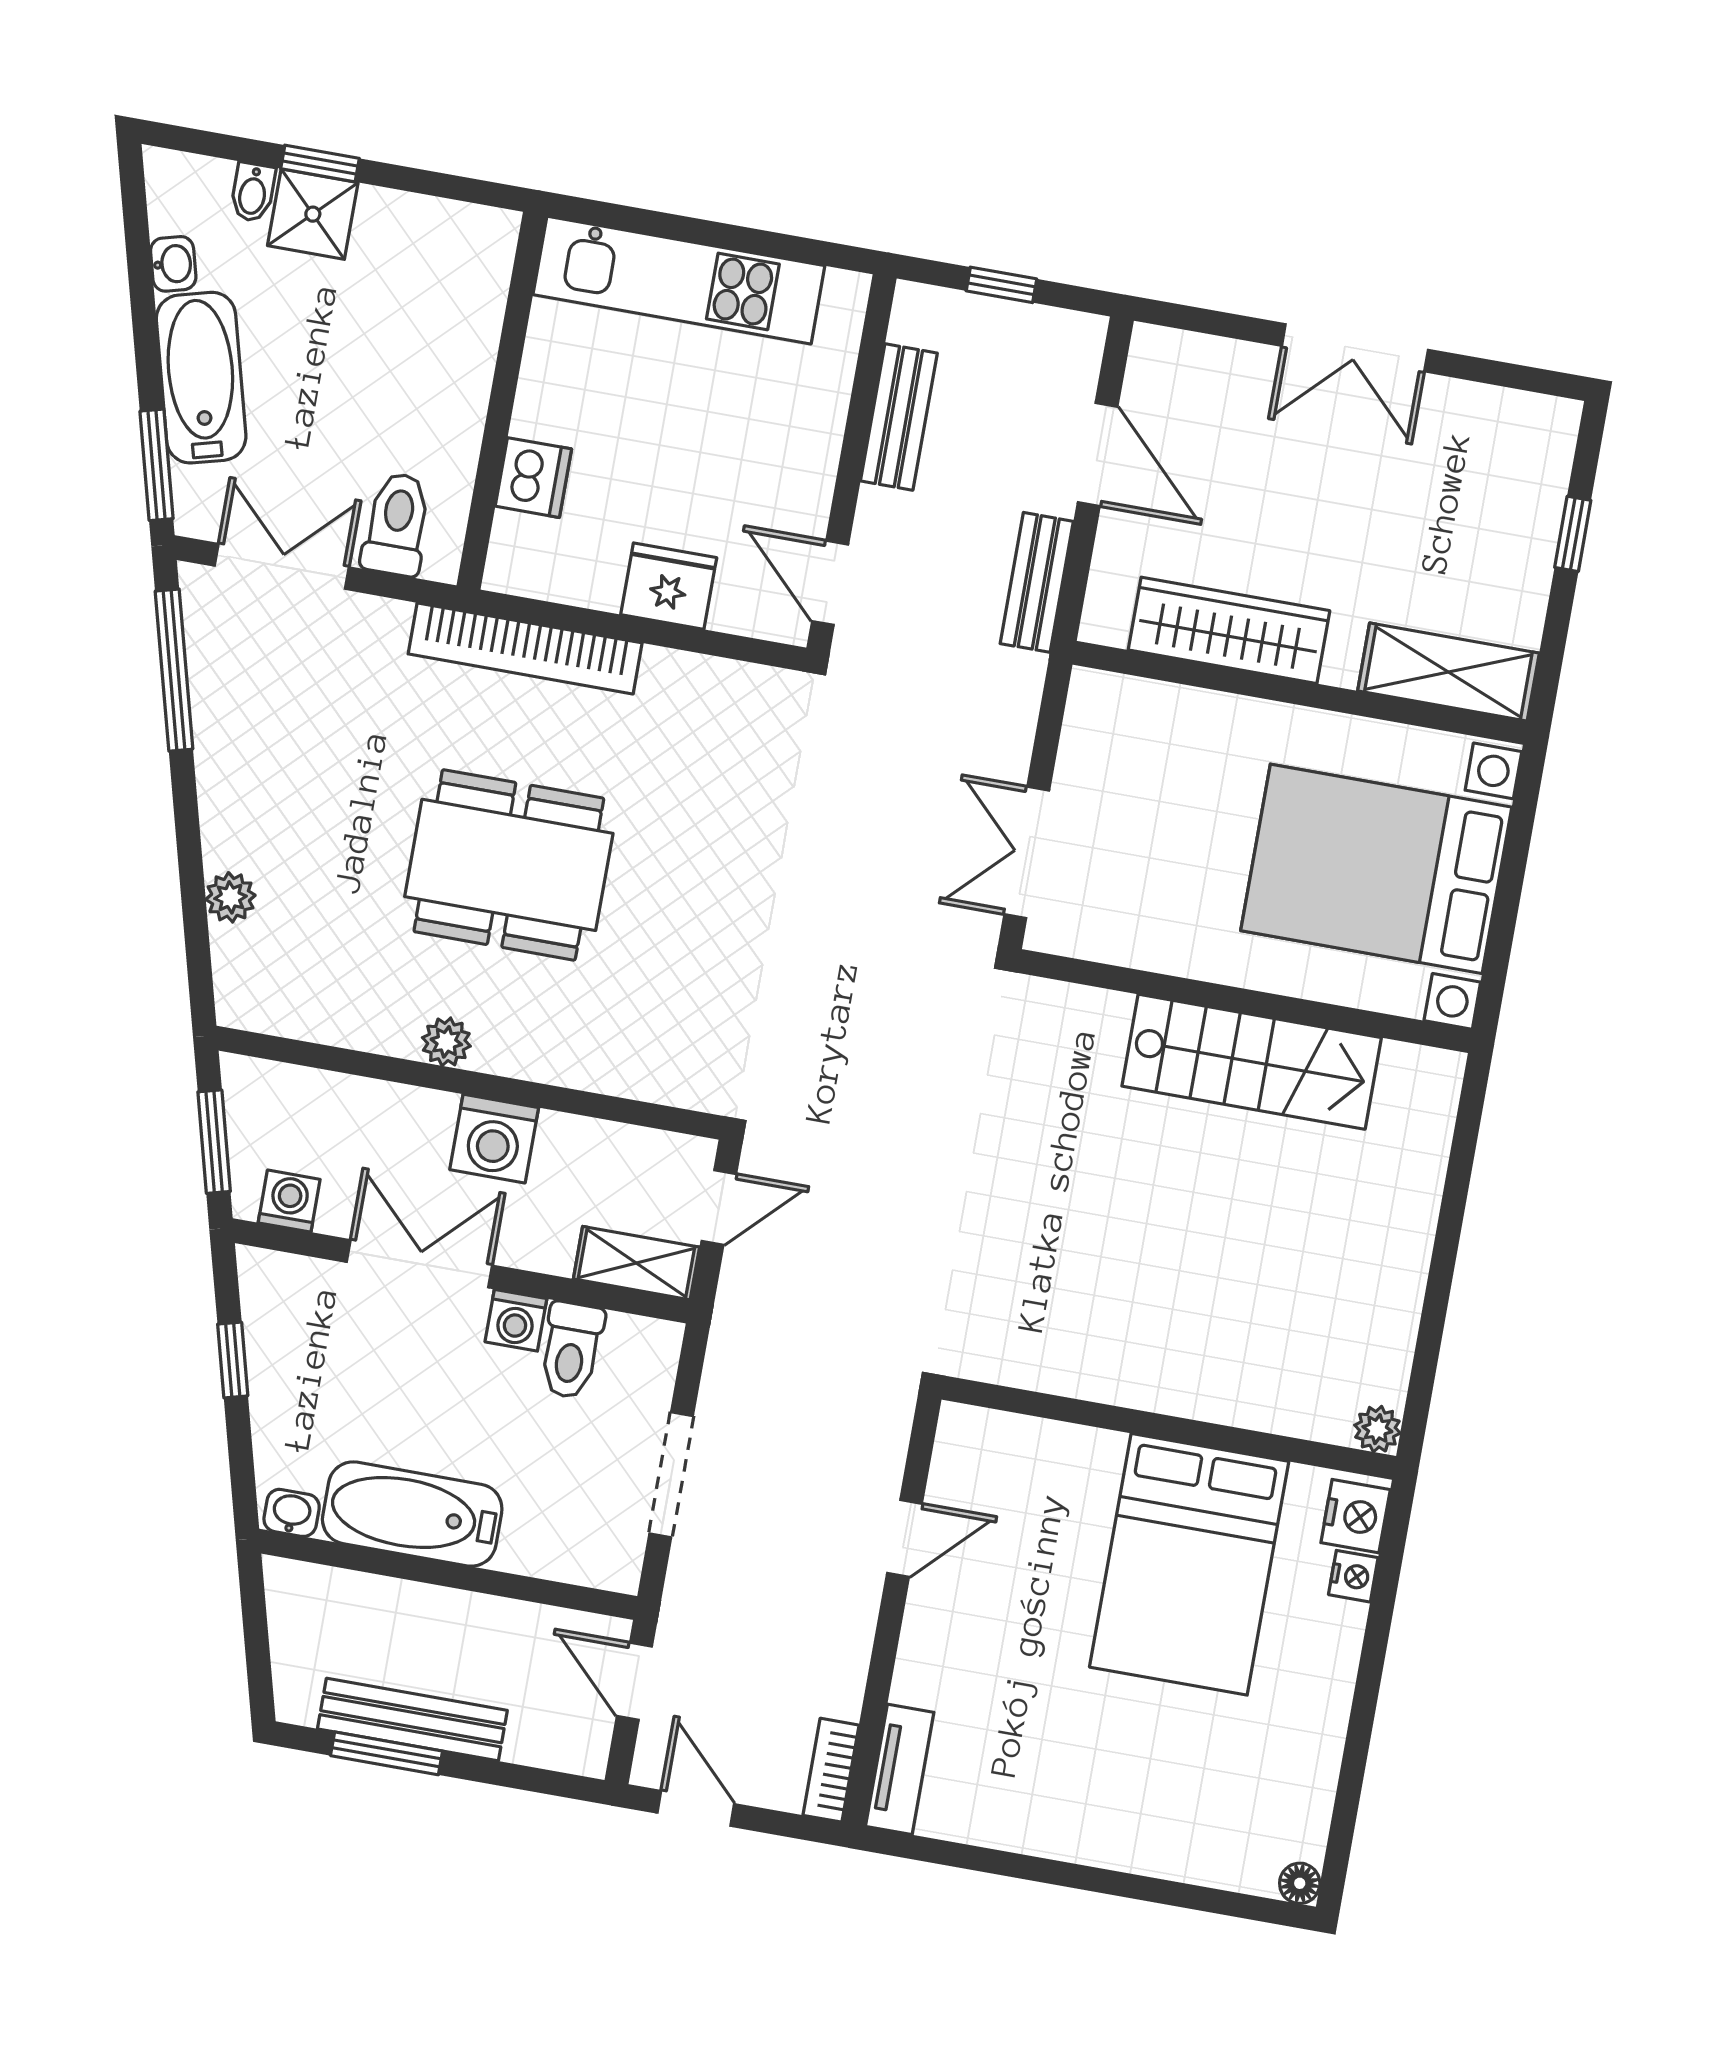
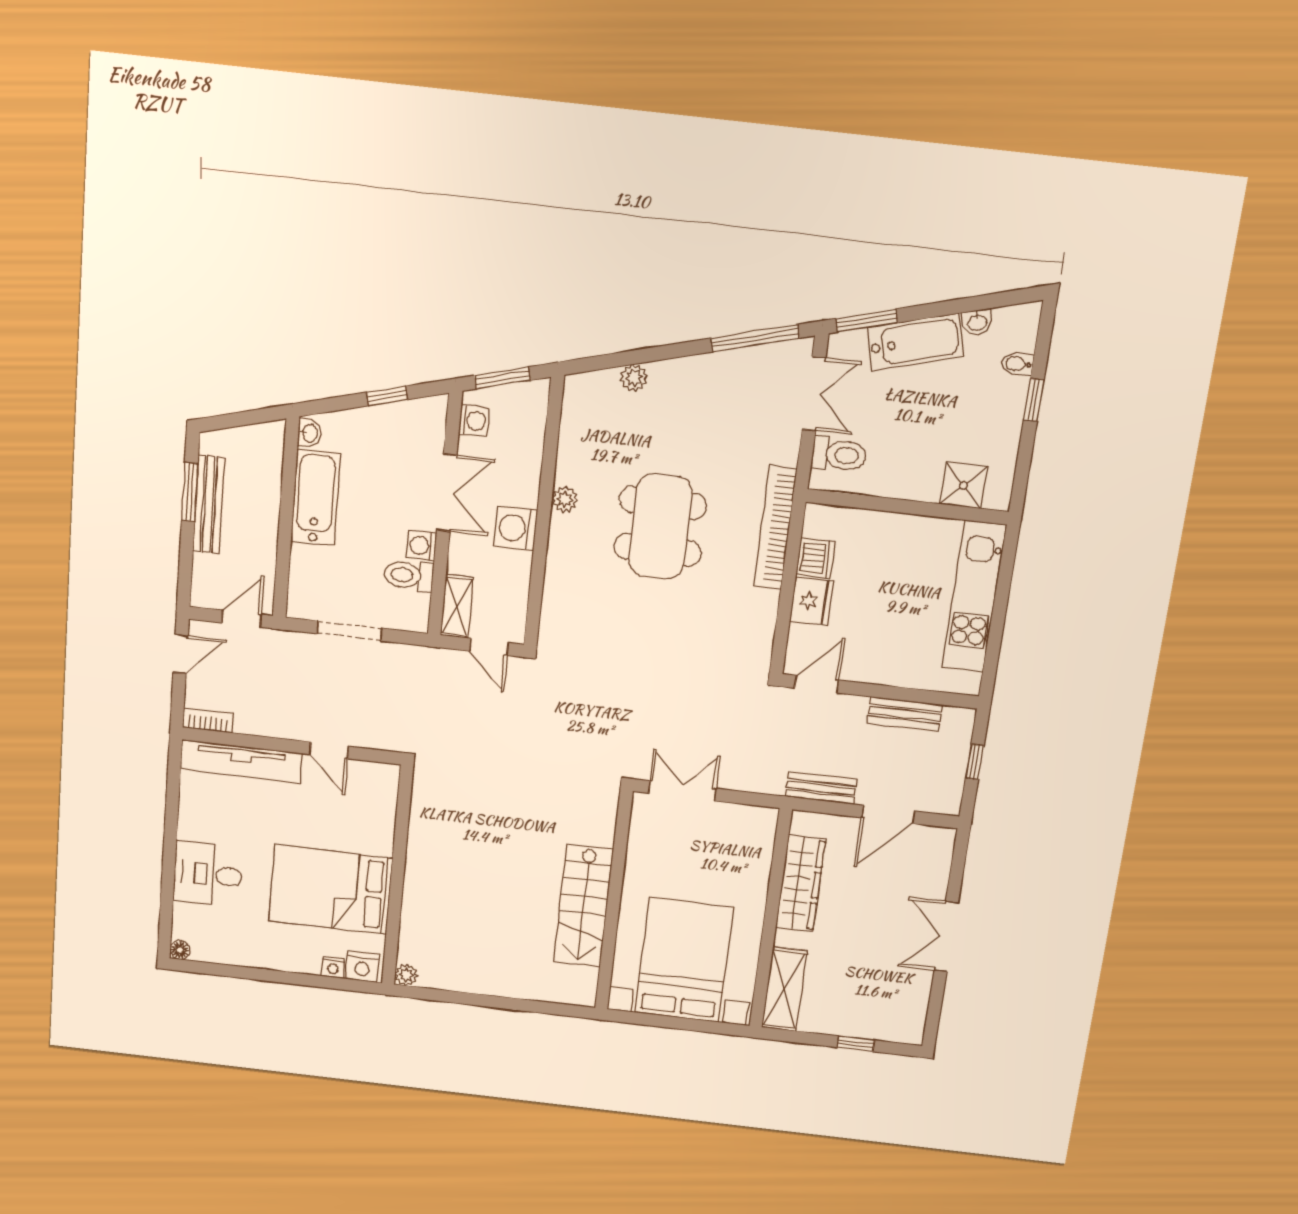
shower: (313, 214) -> (963, 485), moved
dishwasher: (533, 478) -> (815, 558), moved, turned -90
tv unit: (900, 1769) -> (241, 761), width x1.92, depth x1.29
desk: (1144, 1807) -> (208, 874), added

